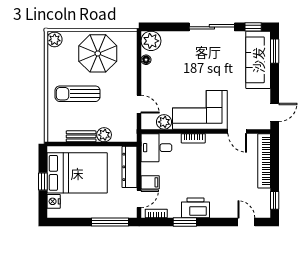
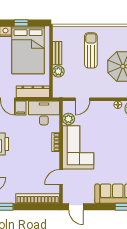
desk: (156, 148) -> (44, 113), width x1.37

